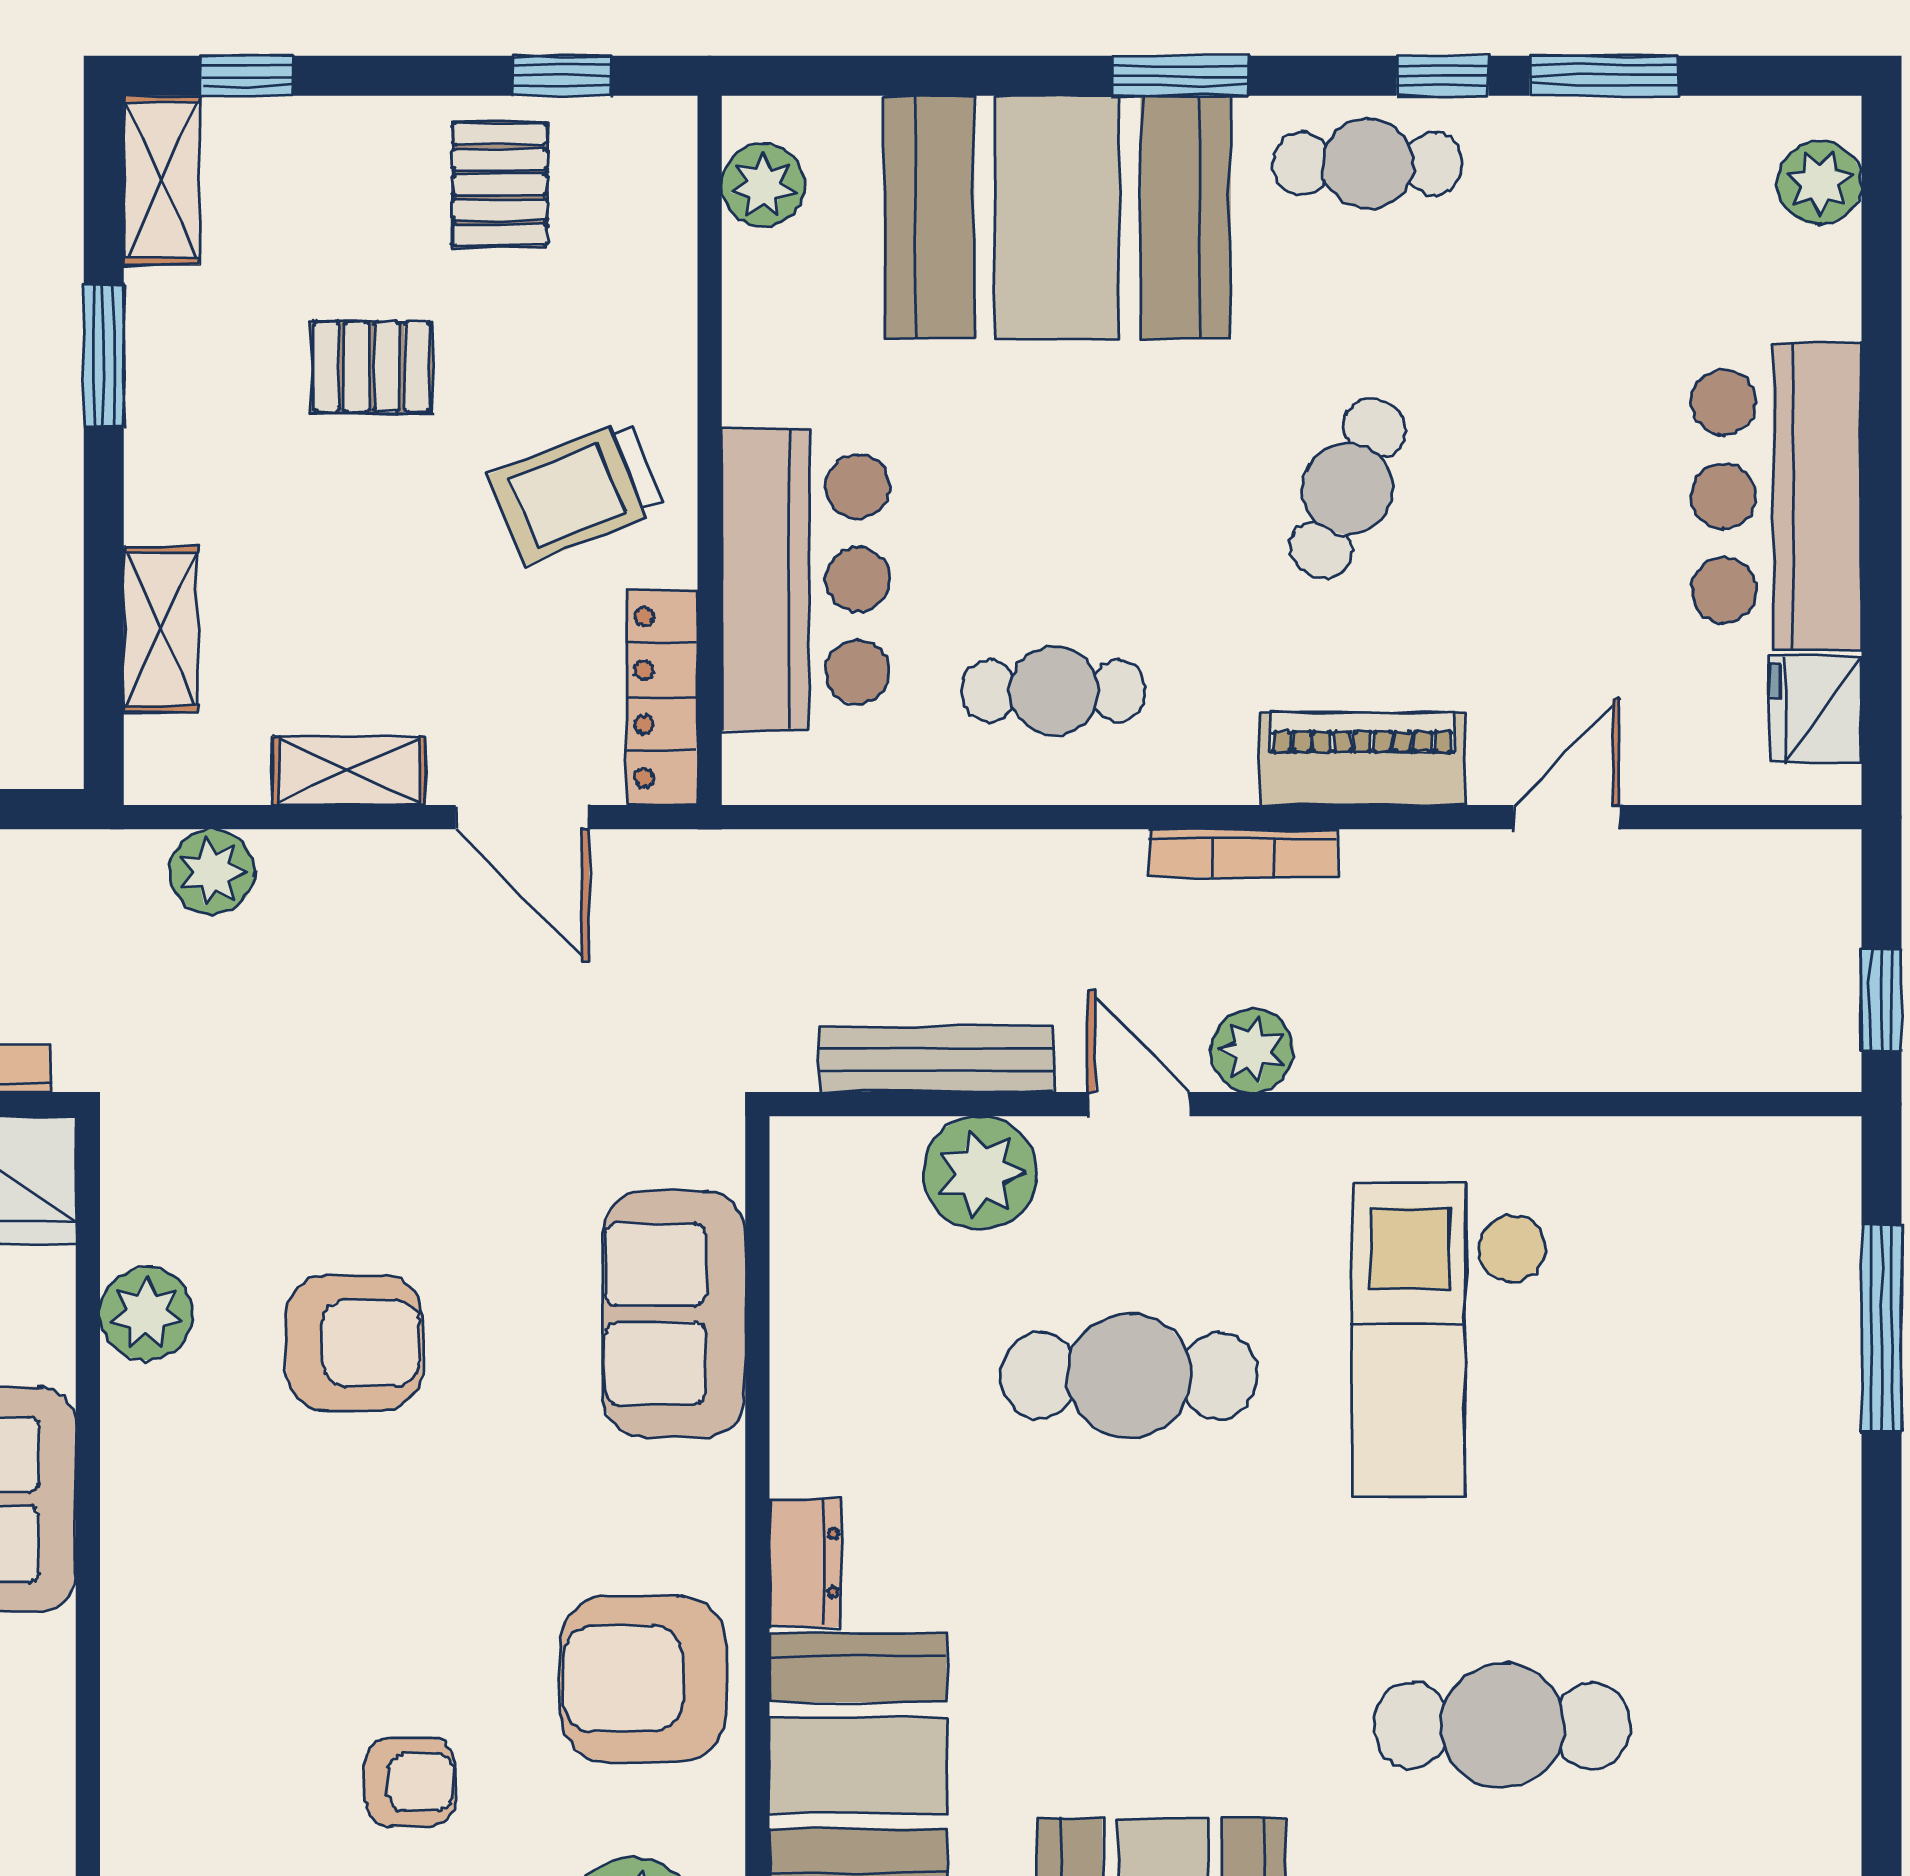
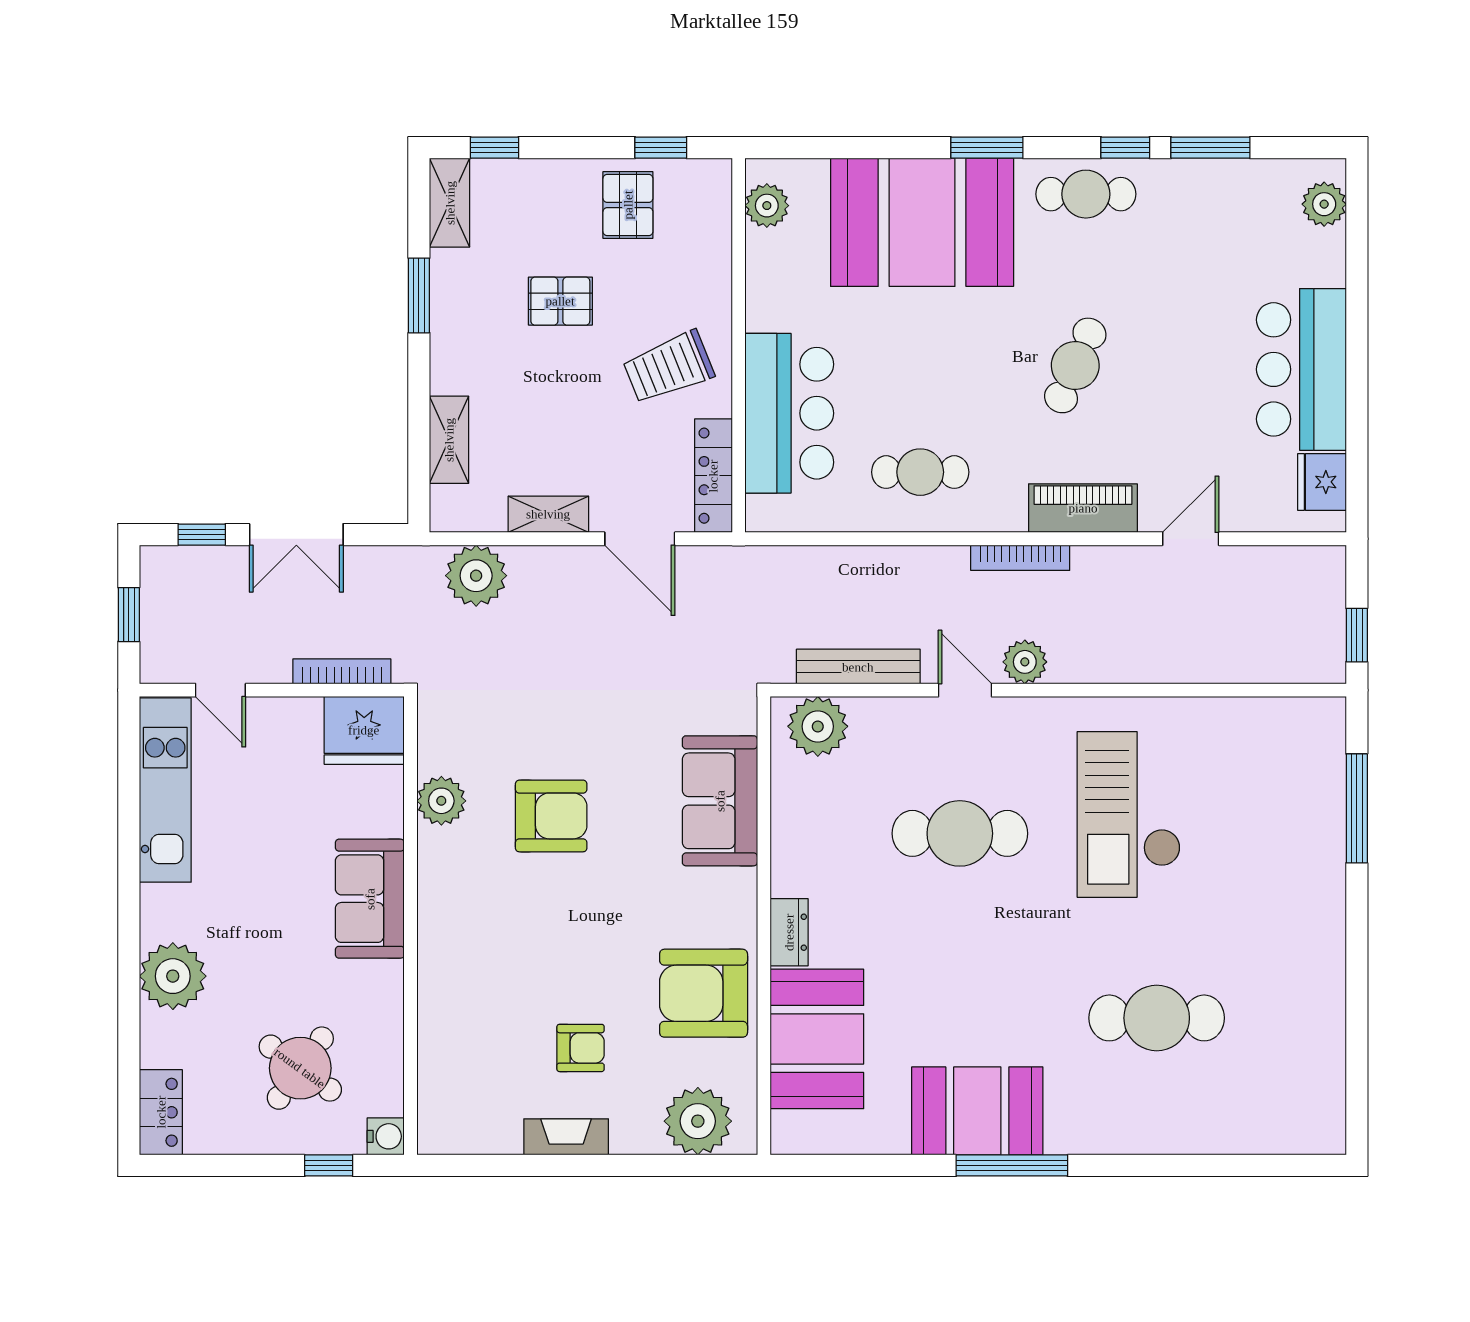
plant: (212, 872) -> (476, 576), width x1.36, depth x1.36
plant: (980, 1173) -> (818, 726), moved

